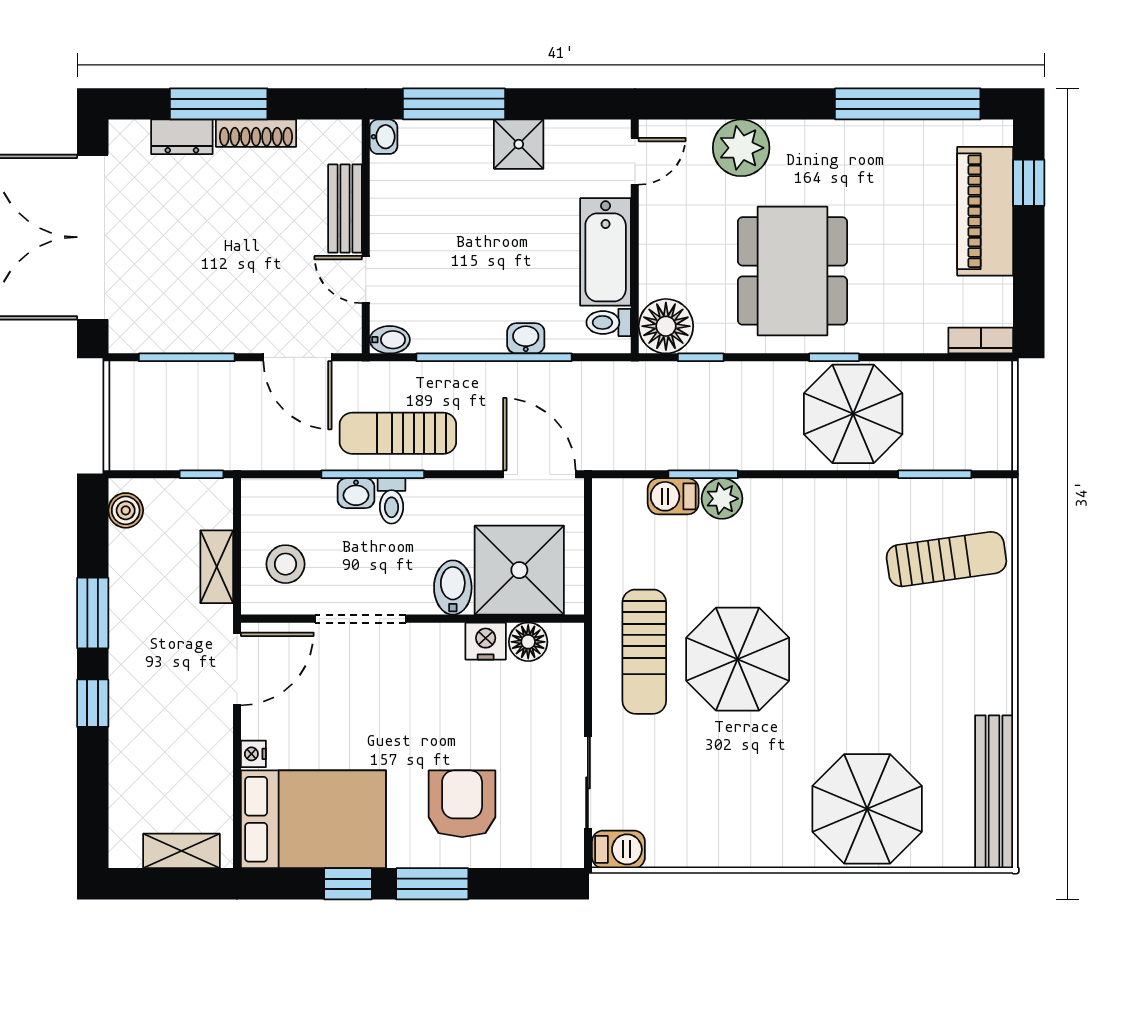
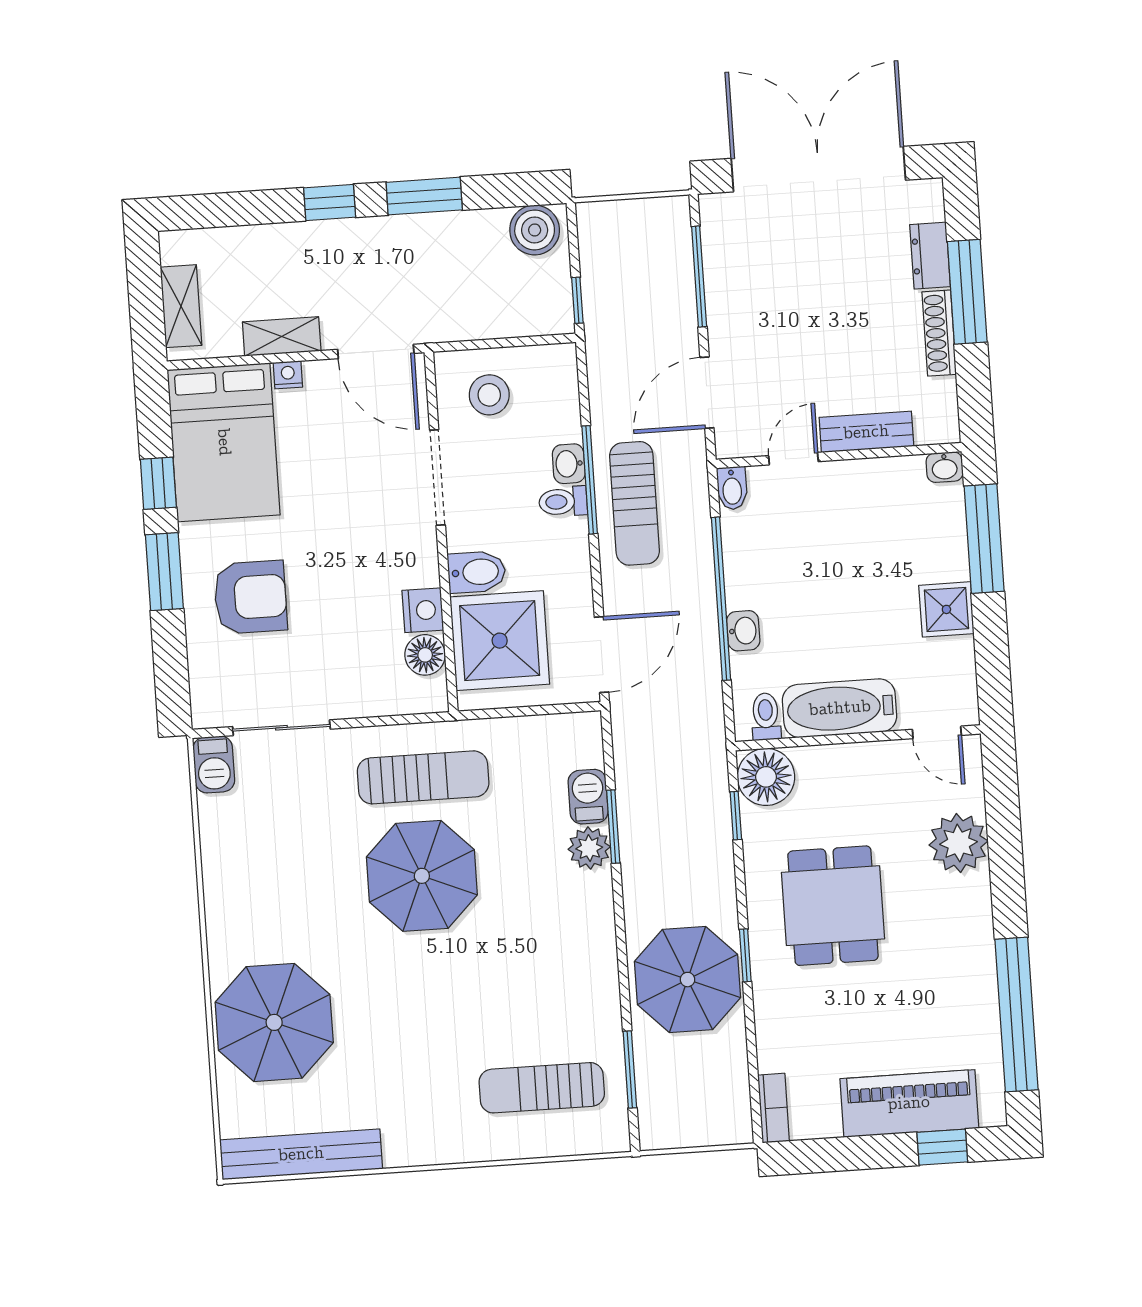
dining table: (792, 271) -> (833, 906), width x0.73
sun lounger: (398, 433) -> (635, 503), turned 180
boiler: (126, 510) -> (535, 230), width x1.36, depth x1.36
sun lounger: (946, 559) -> (542, 1088), turned 98
shelving: (217, 567) -> (282, 337), moved
sun lounger: (644, 652) -> (423, 777), turned 180

